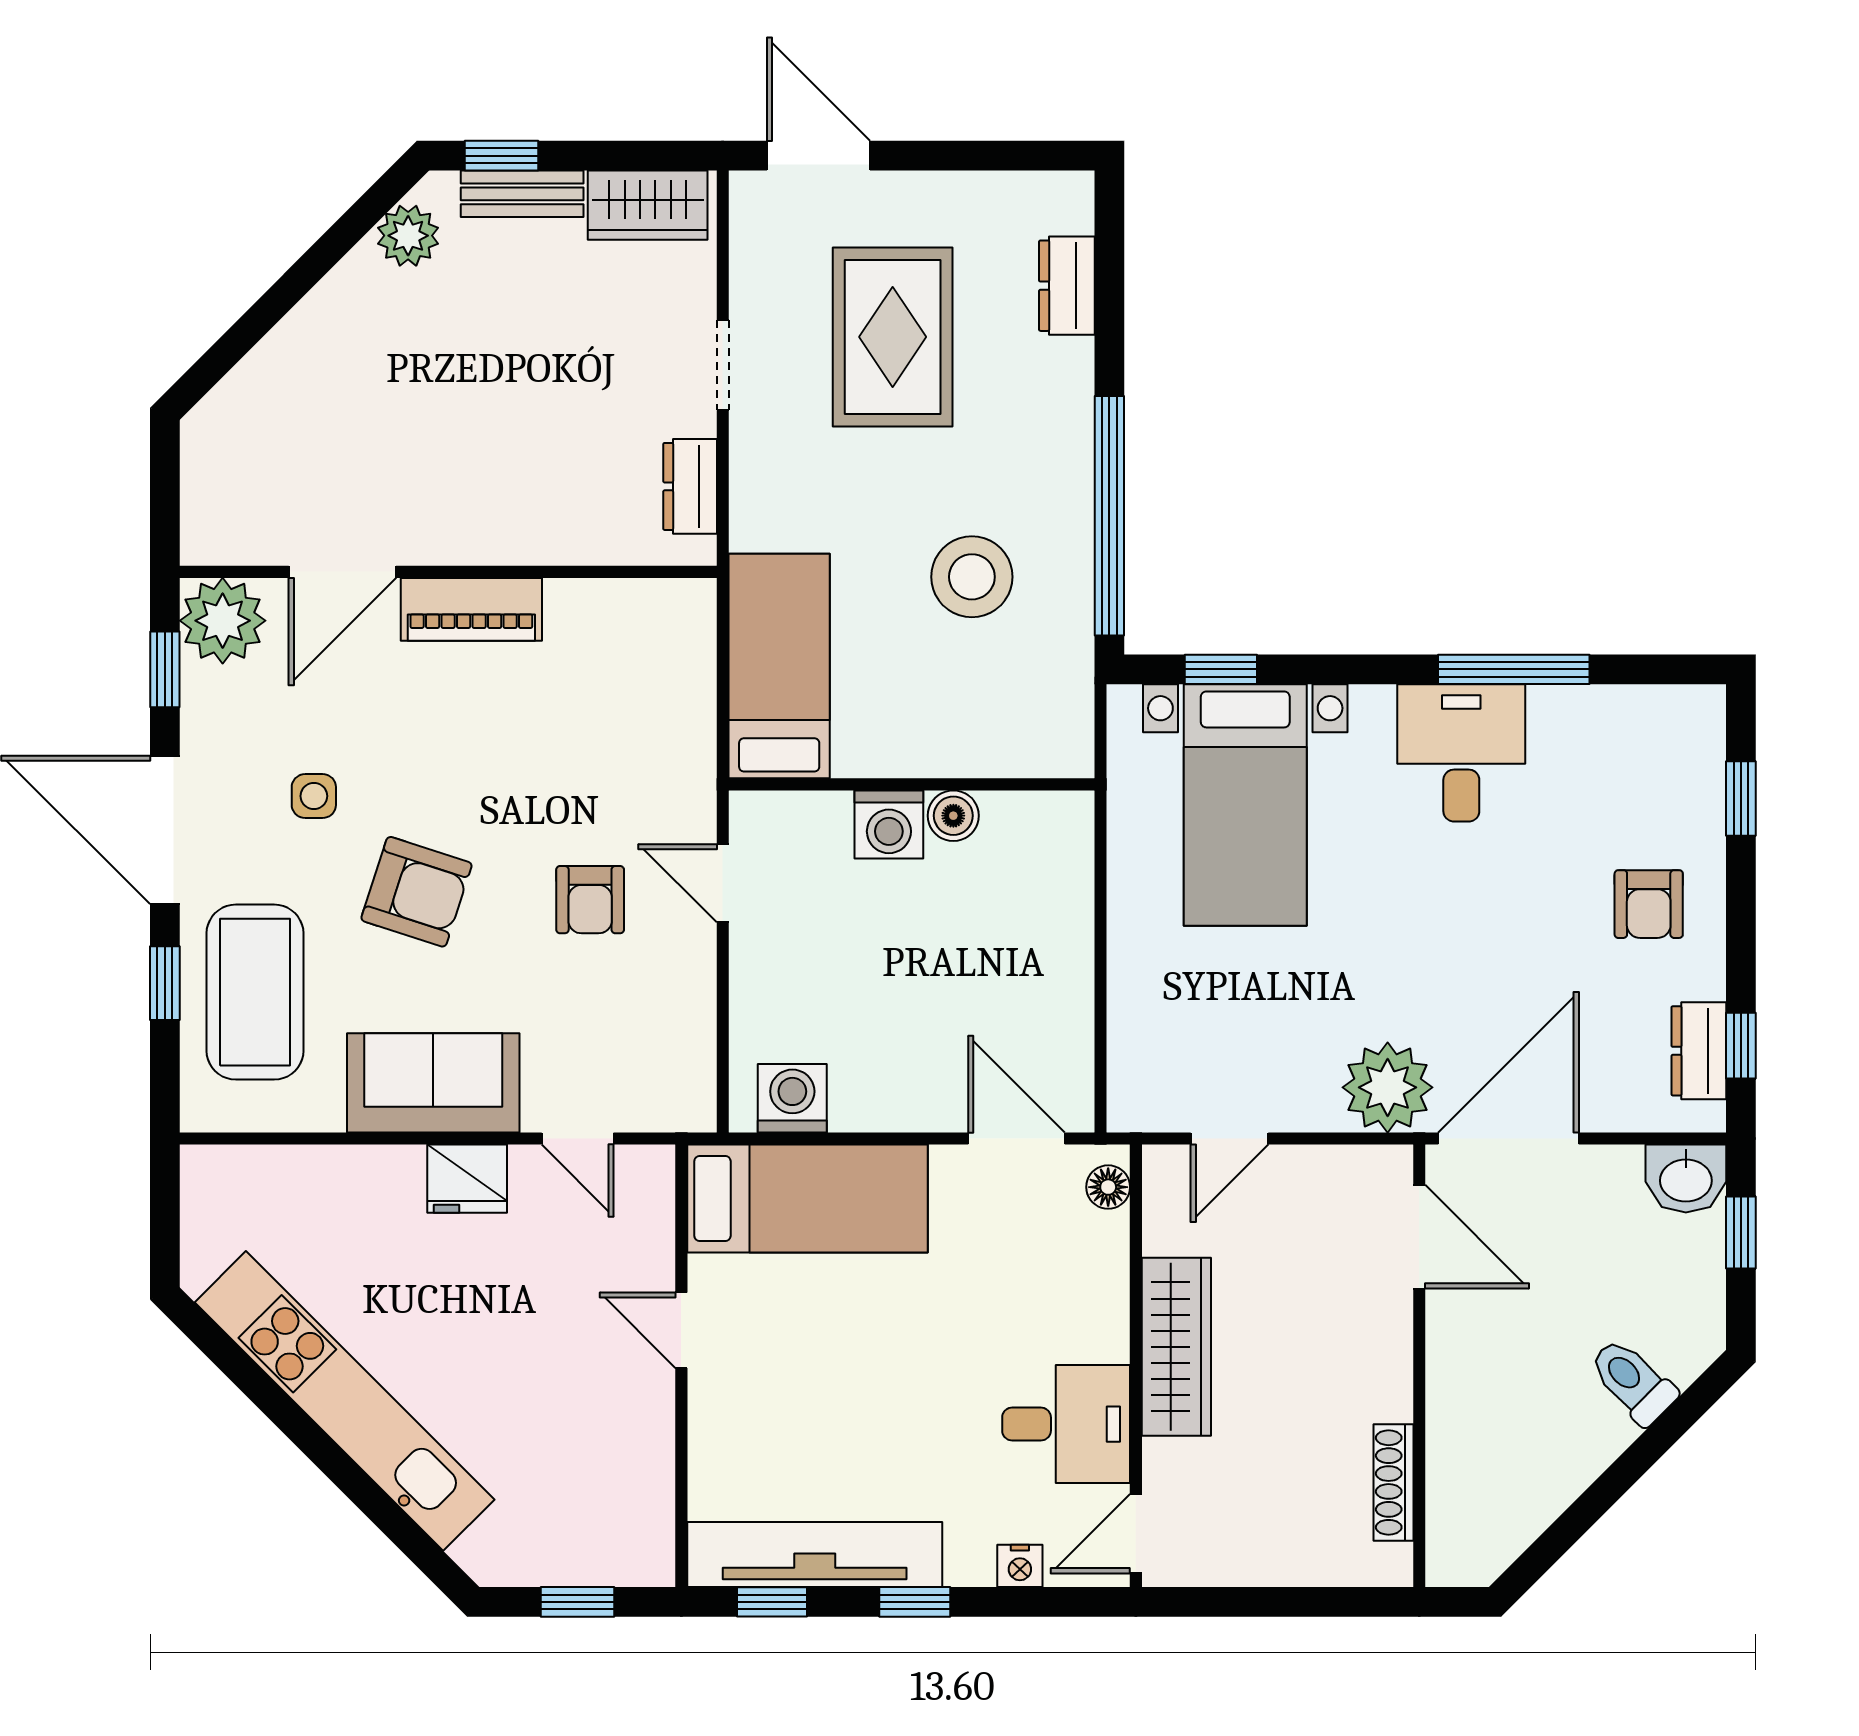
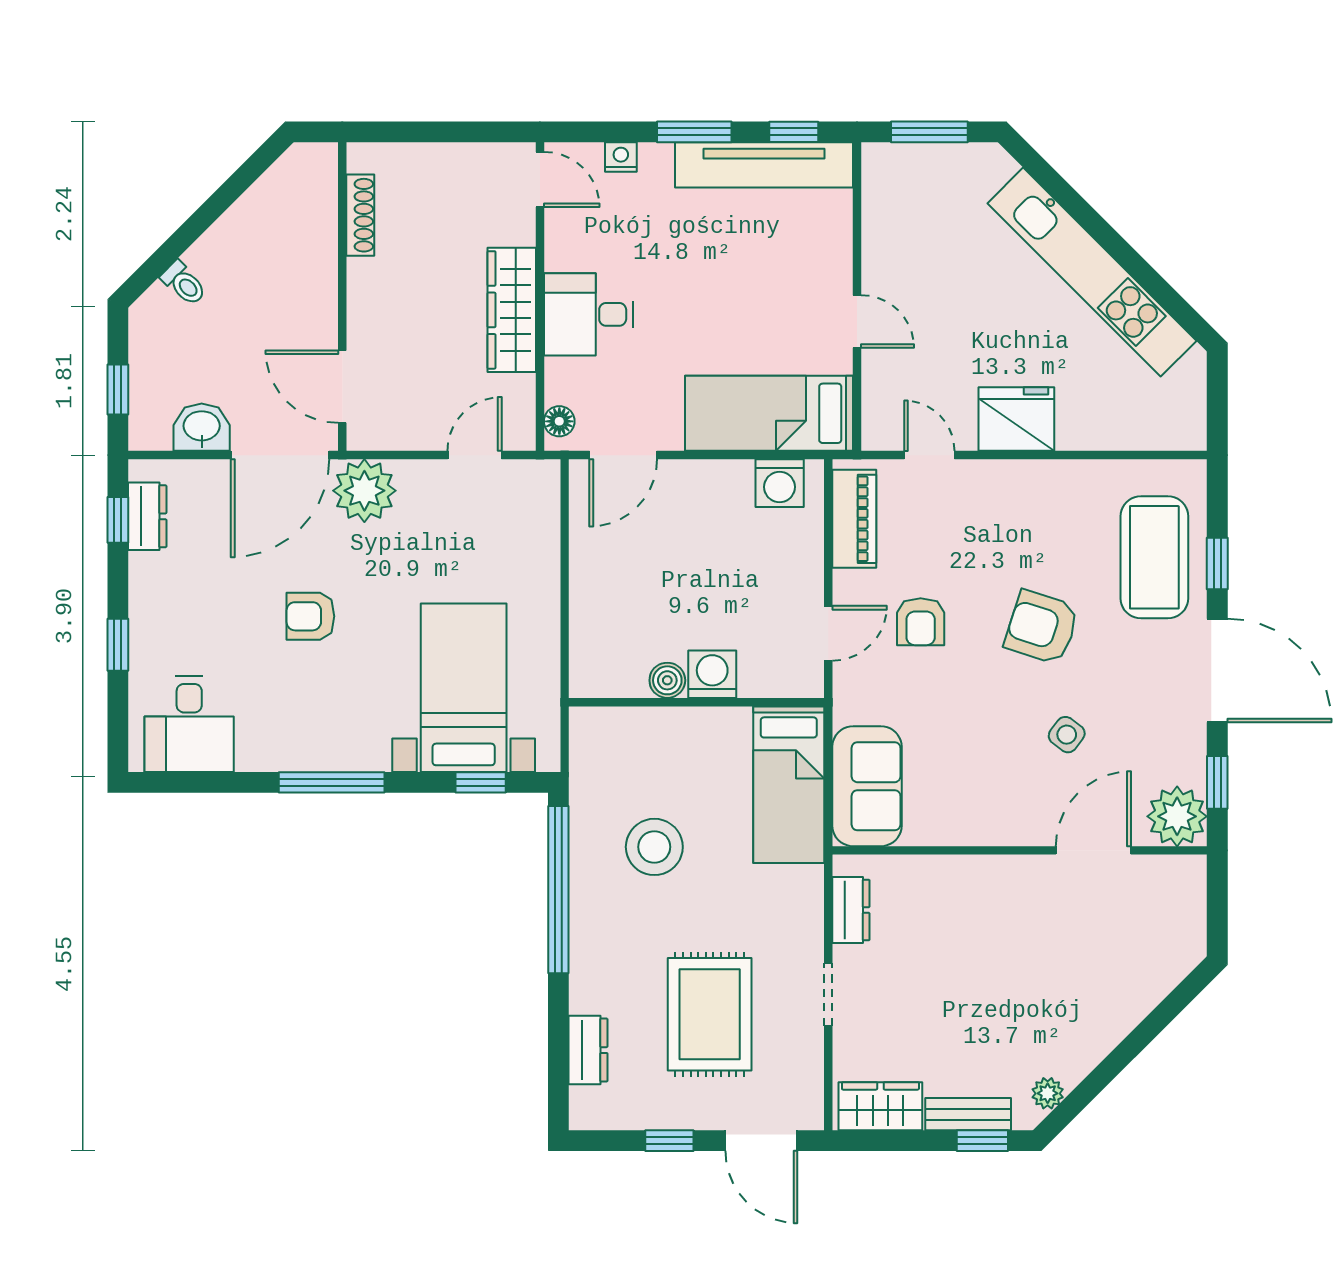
window: (950, 156) -> (669, 1141), added
plant: (408, 236) -> (1048, 1093), width x0.73, depth x0.73
piano: (471, 609) -> (854, 519), moved, turned 90
window: (1514, 669) -> (332, 782), moved
desk: (1461, 753) -> (189, 724), moved
side table: (314, 796) -> (1067, 735), moved, turned 37
window: (1741, 798) -> (118, 645), moved
door: (723, 883) -> (828, 633), hinge flipped
armchair: (590, 900) -> (921, 622), turned 180
armchair: (1649, 904) -> (310, 616), moved, turned -90
sofa: (433, 1083) -> (867, 786), moved, turned -90
door: (1016, 1139) -> (623, 455), hinge flipped
fridge: (467, 1179) -> (1016, 419), width x1.36, depth x1.34
washbasin: (1686, 1179) -> (202, 427), moved
toilet: (1633, 1381) -> (184, 283), width x0.73, depth x0.72
desk: (1066, 1424) -> (589, 314), moved
door: (1136, 1534) -> (540, 179), hinge flipped
window: (578, 1602) -> (929, 132), width x1.50
window: (915, 1602) -> (694, 132), width x1.50

